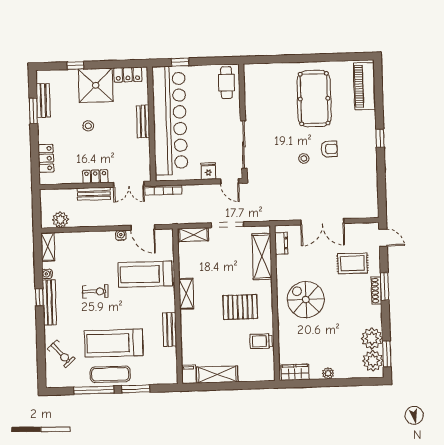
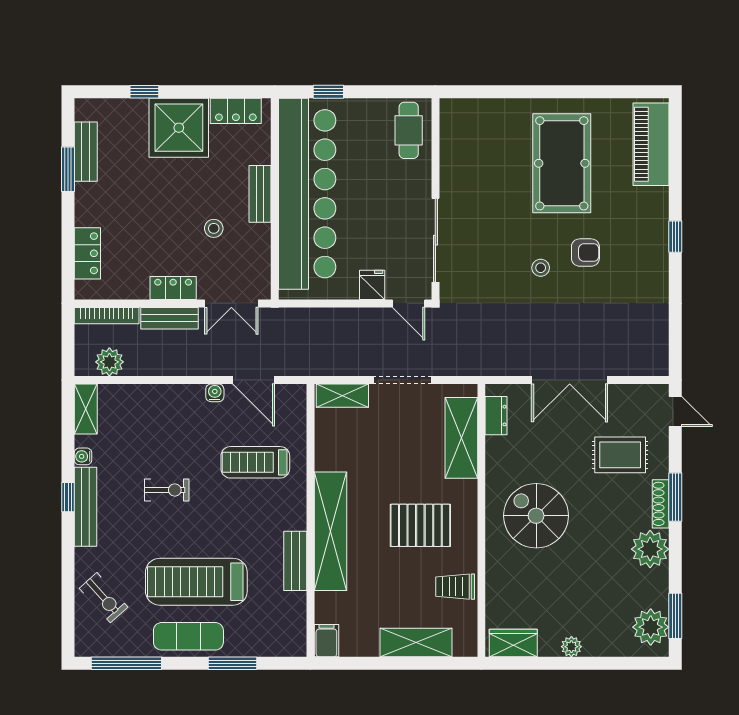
stool: (88, 126) -> (214, 228), moved
bookcase: (163, 190) -> (107, 316), moved
treadmill: (145, 274) -> (255, 462), width x0.73, depth x0.73
shelving: (186, 294) -> (330, 531), width x2.20, depth x1.33
plant: (372, 338) -> (650, 549), moved
shelving: (217, 374) -> (416, 643), moved
window: (94, 390) -> (126, 663), moved

